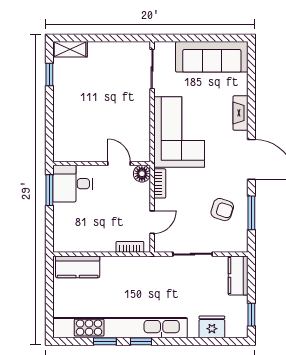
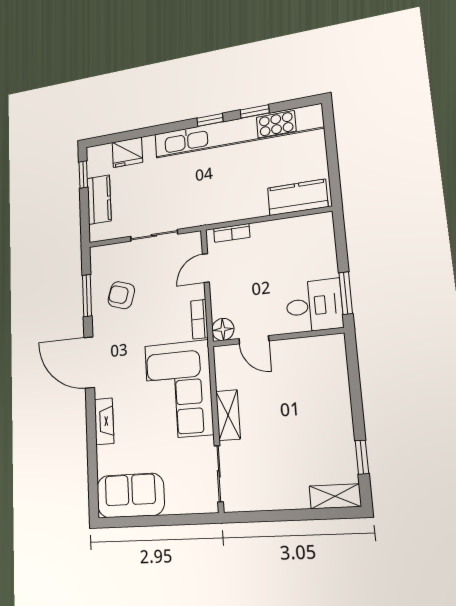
sofa: (212, 57) -> (130, 495), width x0.73
shelving: (142, 110) -> (228, 415), added
kitchen counter: (238, 276) -> (99, 200), moved

